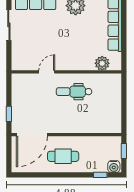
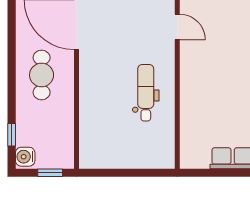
plant: (102, 63) -> (191, 138), removed
door: (47, 72) -> (177, 27), moved

